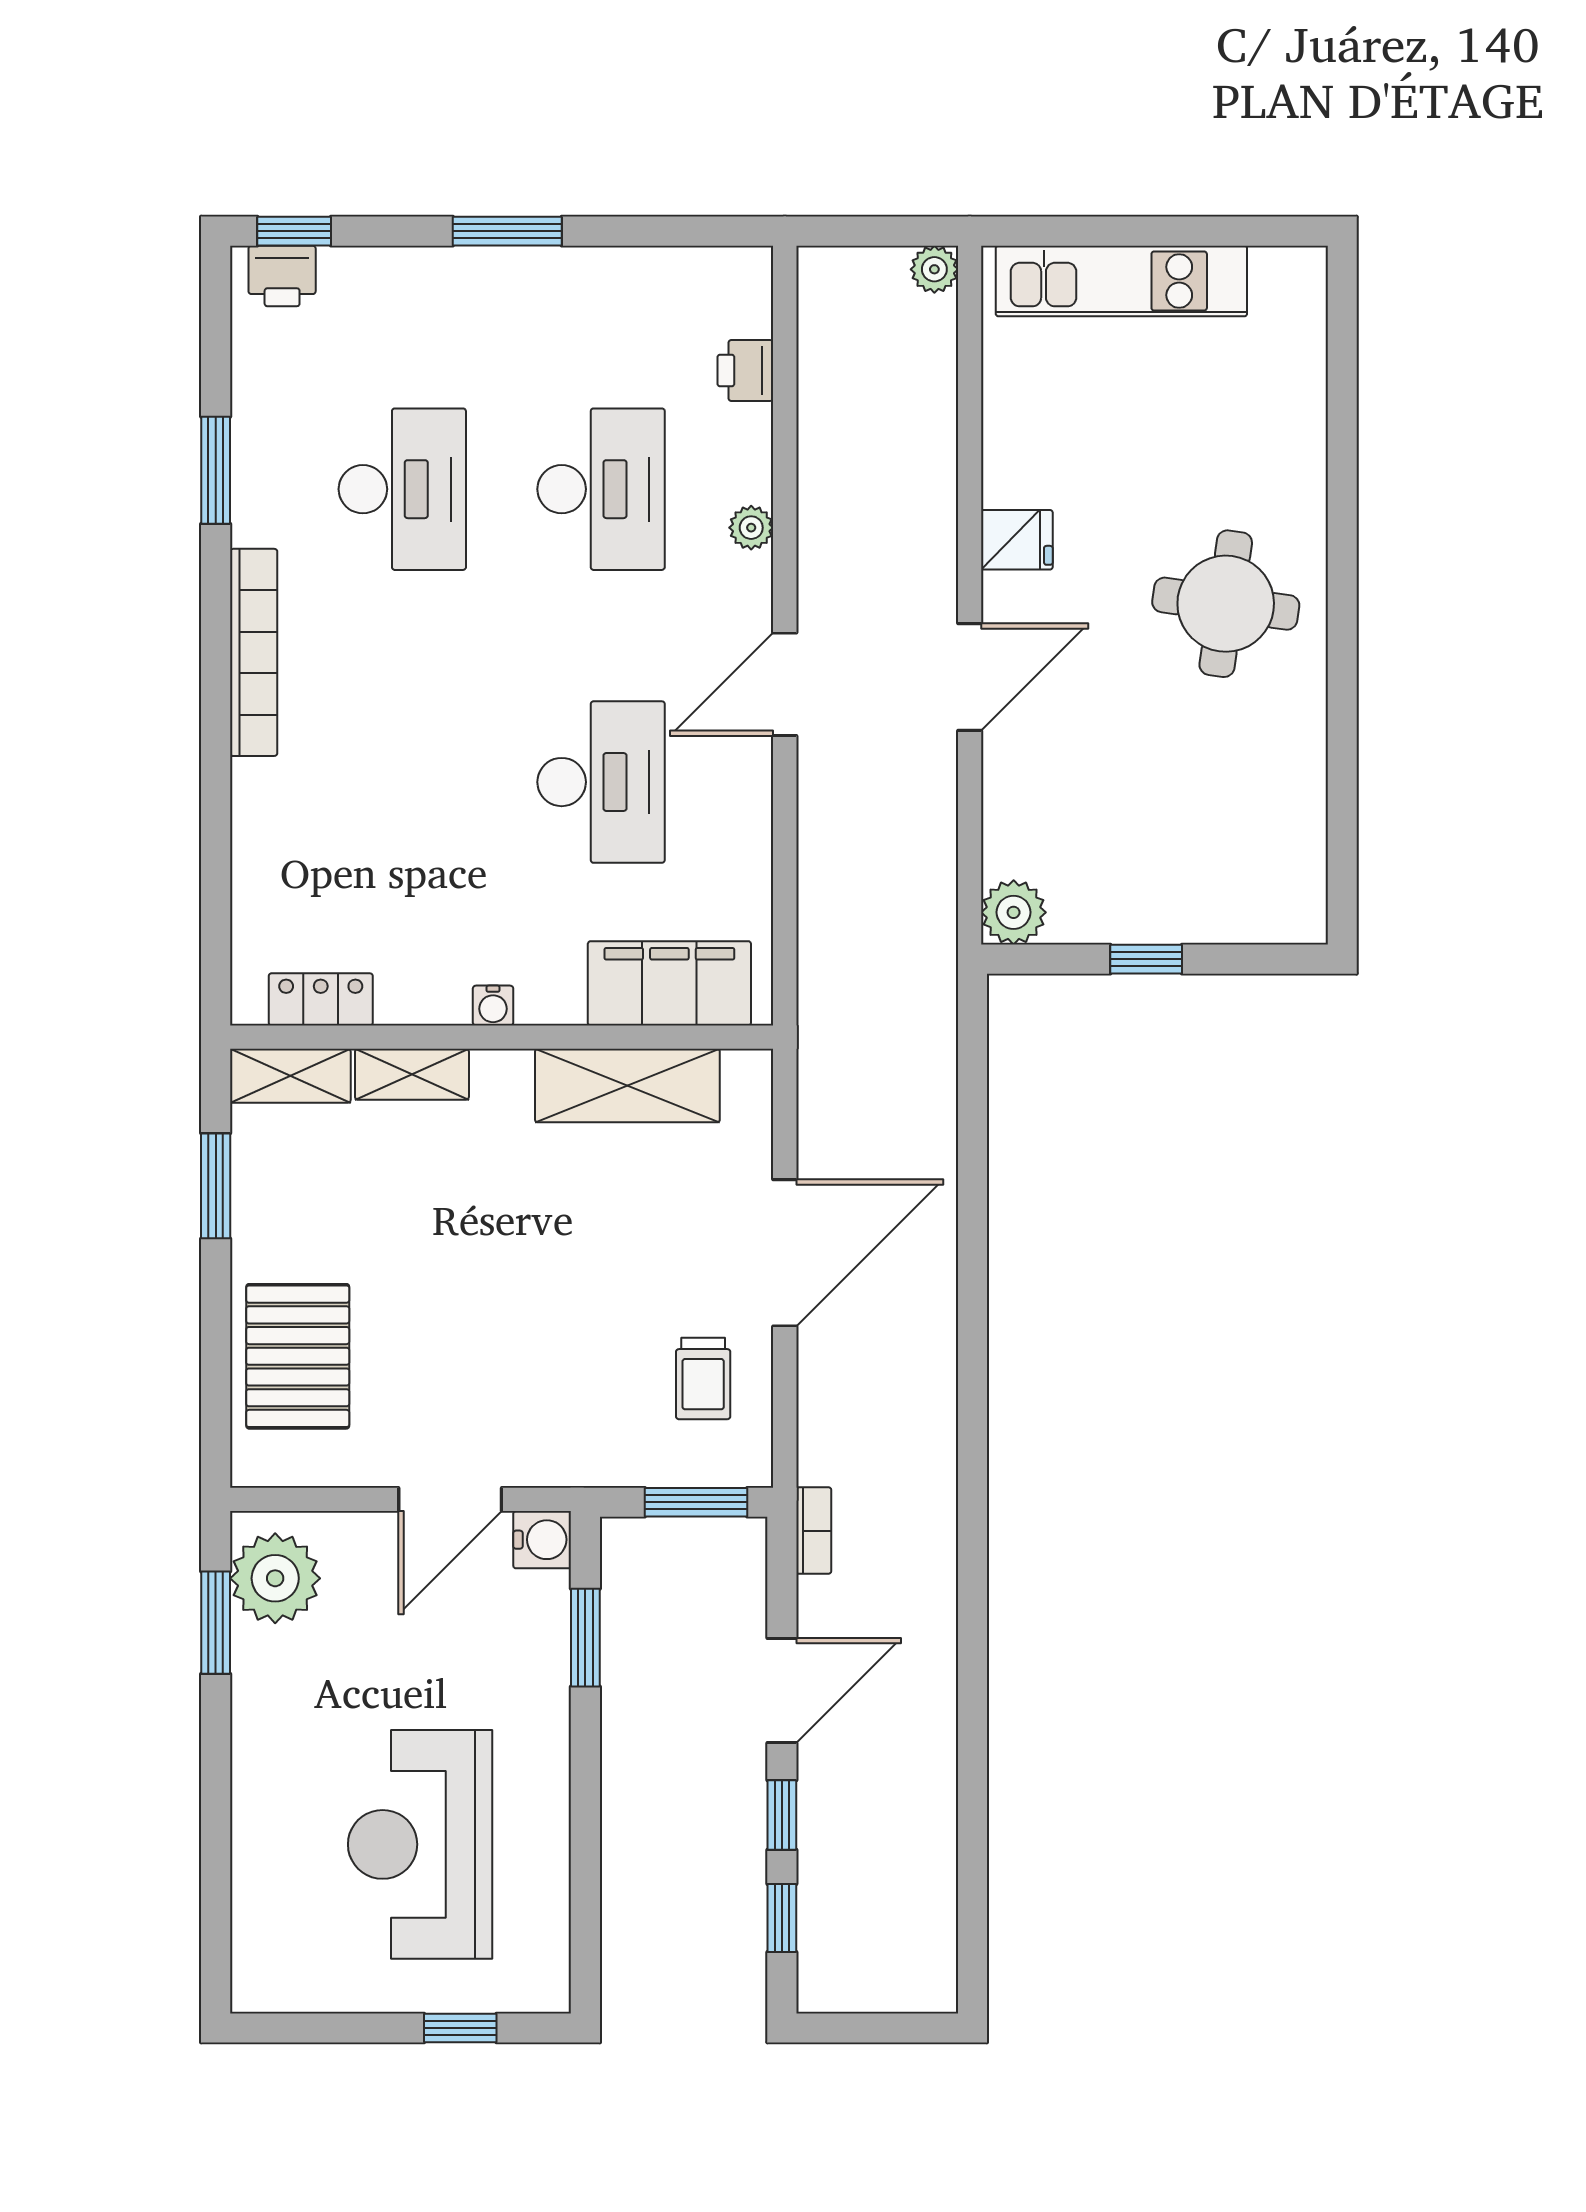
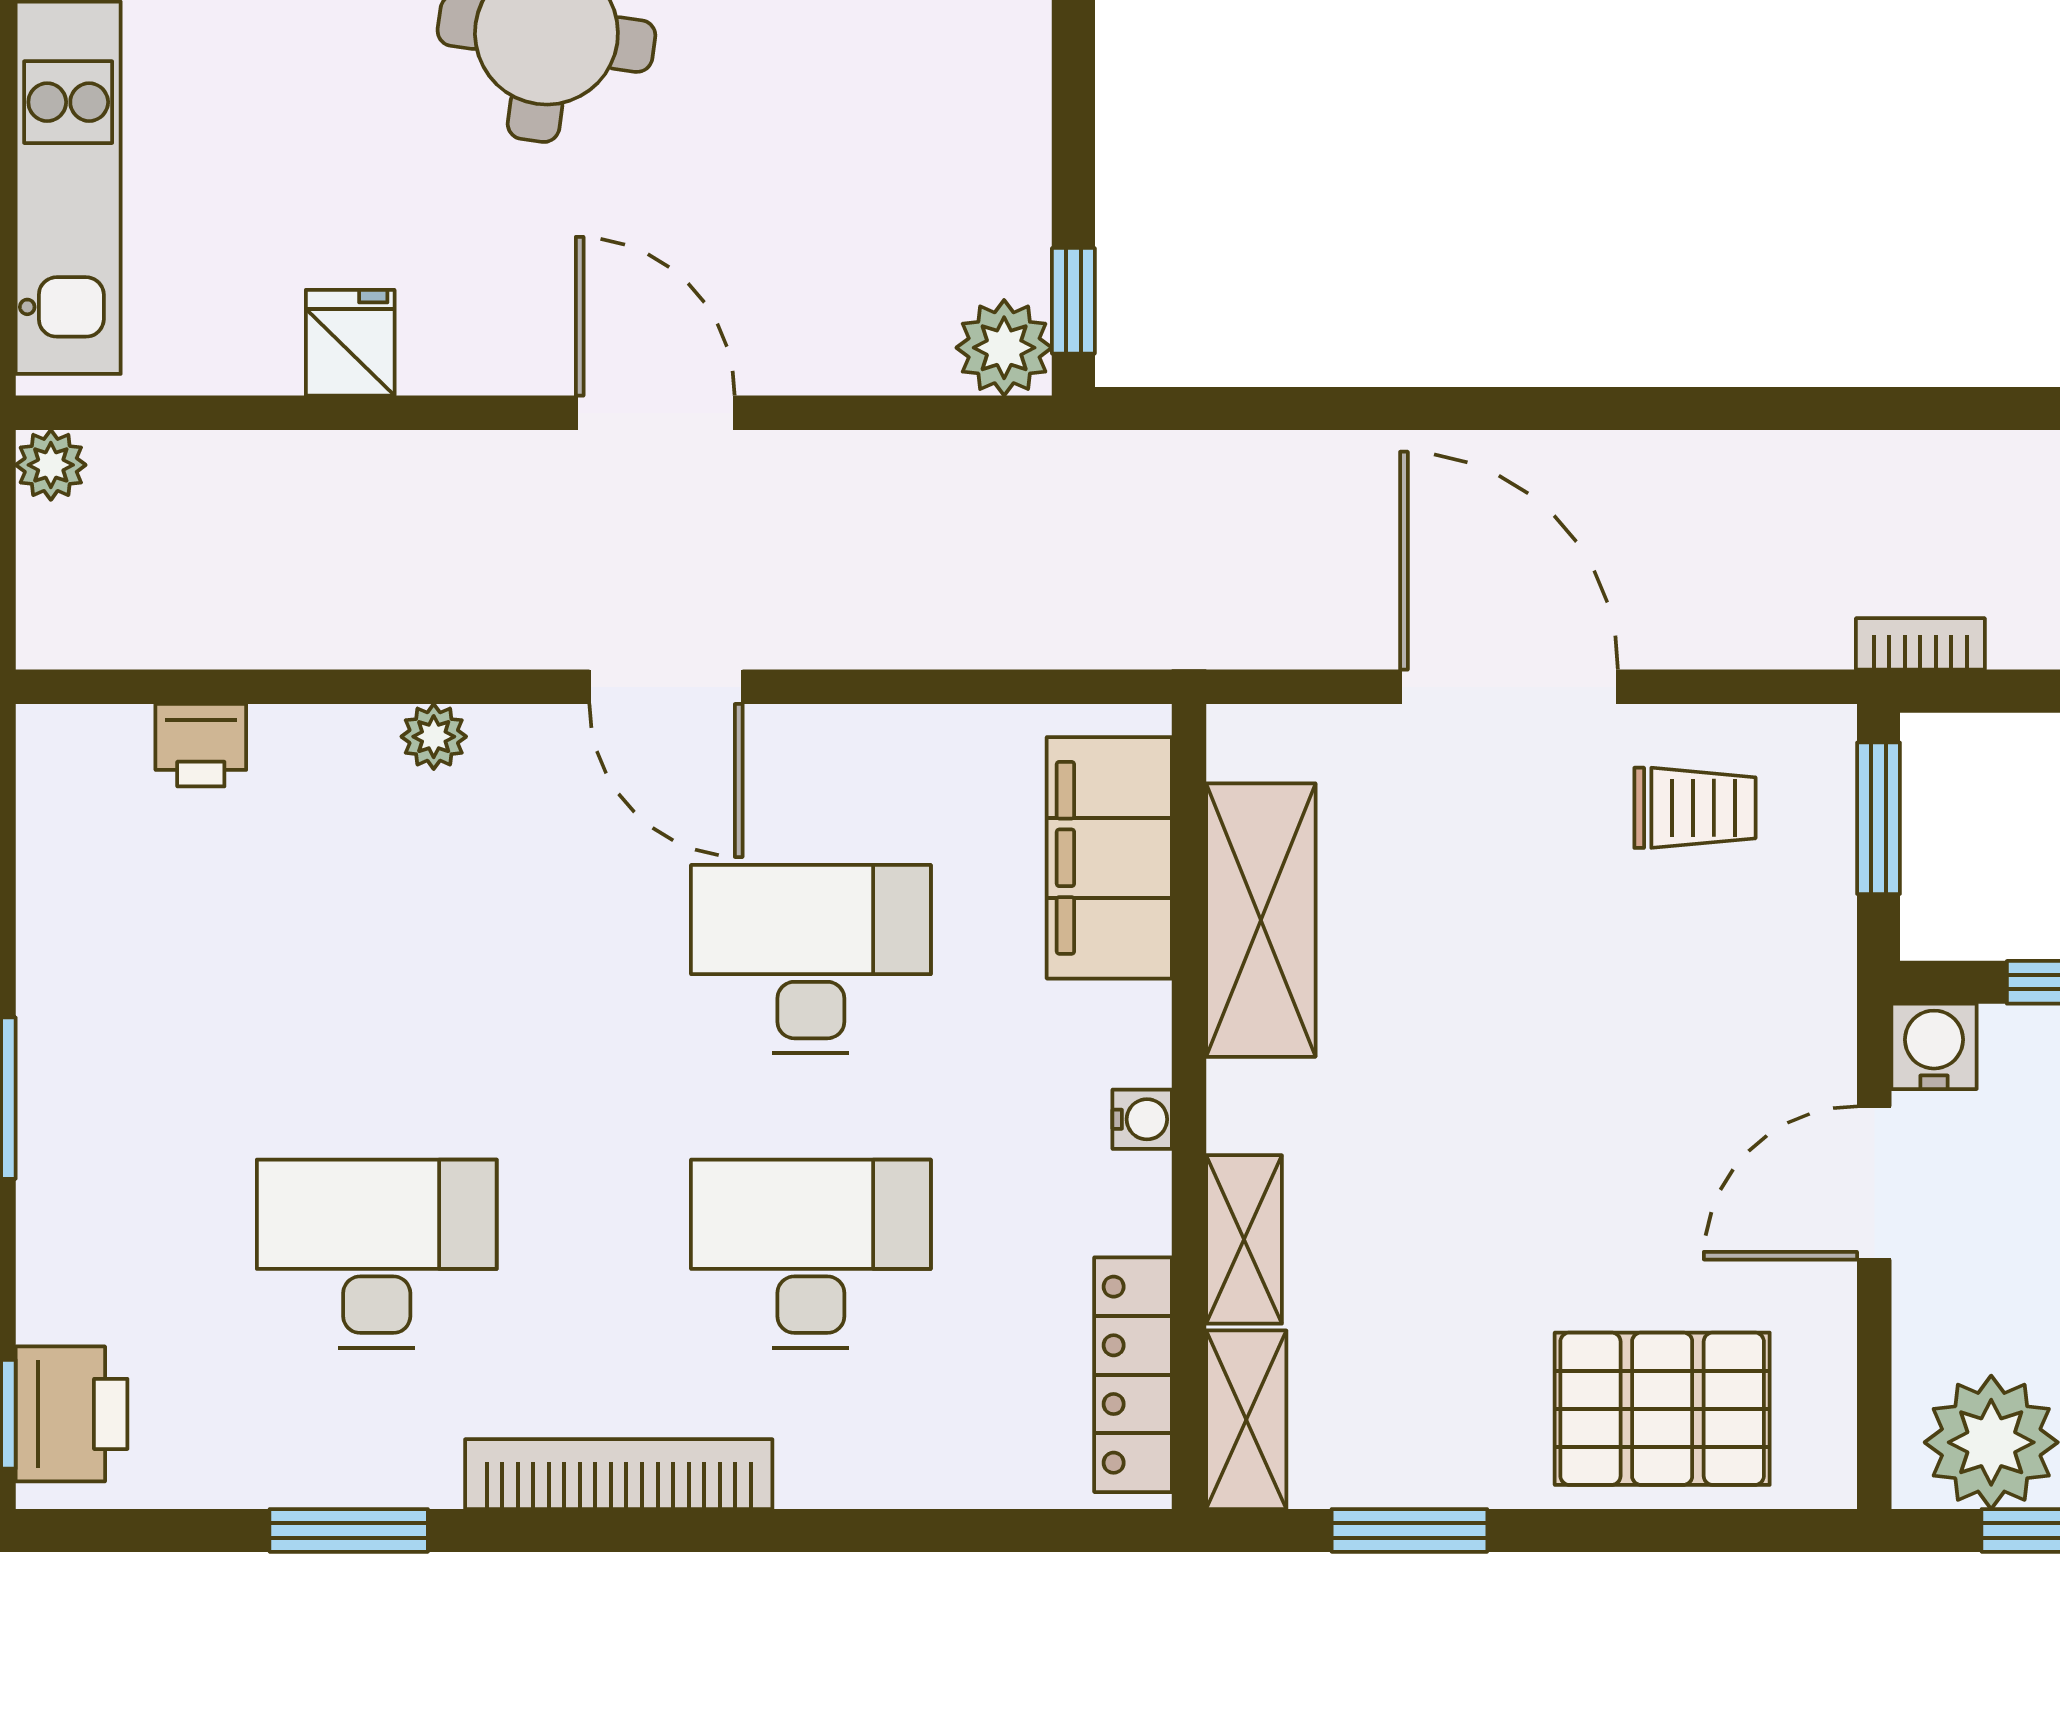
printer: (282, 276) -> (72, 1414), width x1.36, depth x1.24
desk: (601, 489) -> (811, 1254), moved
fridge: (1017, 540) -> (350, 343), moved
window: (1146, 959) -> (1073, 301), moved
locker: (321, 999) -> (1133, 1375), width x1.53
door: (450, 1499) -> (1874, 1183), swing flipped

